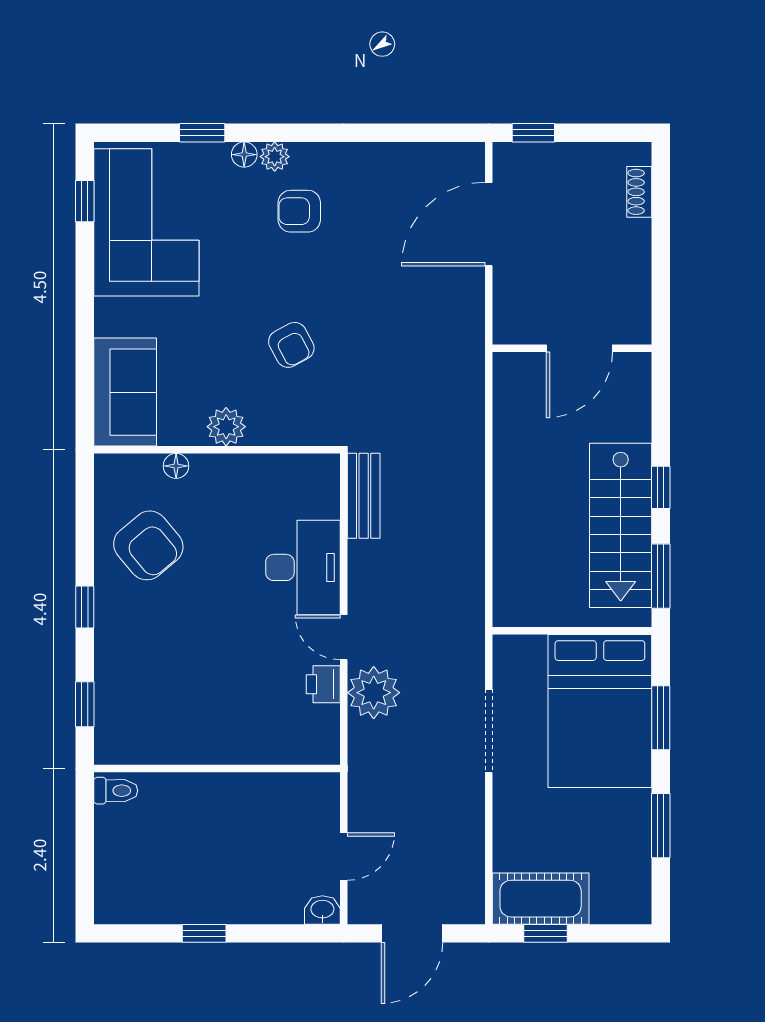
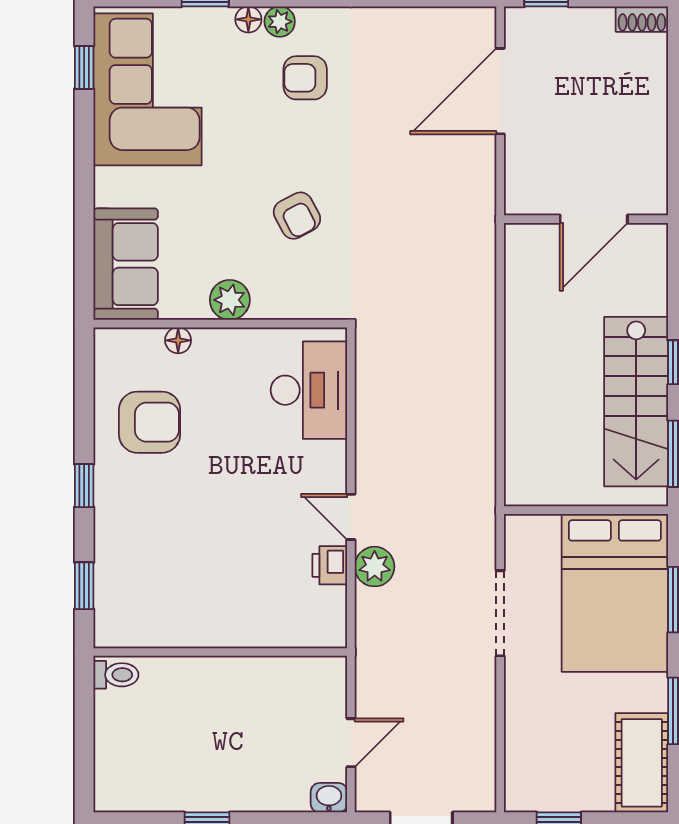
shoe rack: (639, 192) -> (642, 19), moved, turned -90
bench: (364, 496) -> (371, 371), removed
armchair: (148, 545) -> (150, 422), turned -50
desk: (303, 567) -> (309, 390), moved
plant: (374, 693) -> (375, 567), width x0.73, depth x0.73
cot: (541, 899) -> (642, 763), moved, turned 90

